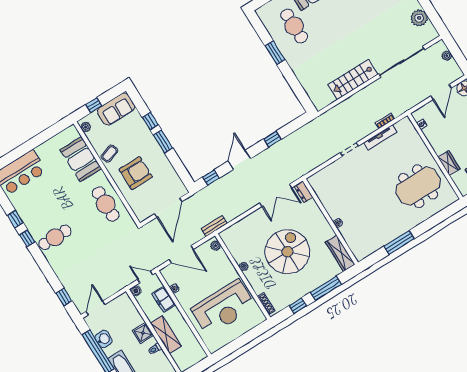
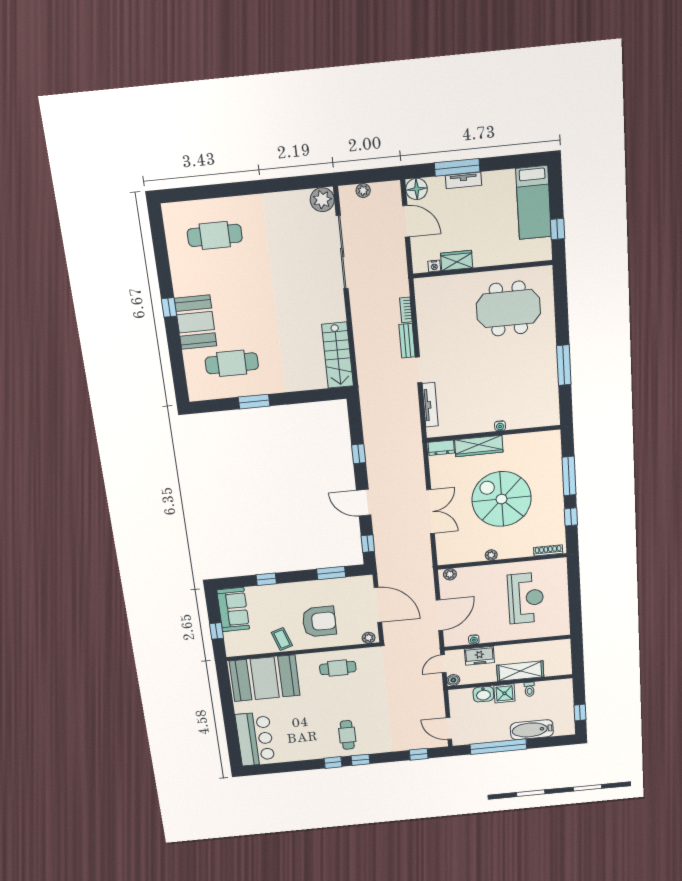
plant: (419, 18) -> (322, 200), moved
stairs: (353, 80) -> (338, 355), moved
plant: (86, 127) -> (369, 638), moved
tv unit: (380, 137) -> (430, 405), moved
window: (163, 142) -> (331, 573), moved
booth: (81, 159) -> (265, 678), width x1.36, depth x1.42
wardrobe: (449, 163) -> (457, 260), moved
armchair: (136, 173) -> (319, 622), turned 90
meeting table: (418, 186) -> (508, 309), turned 90
double door: (276, 195) -> (431, 512), moved
cafe table: (106, 204) -> (338, 668), width x0.73, depth x0.74
window: (15, 219) -> (360, 760), moved
bench: (214, 226) -> (407, 341), moved
cafe table: (55, 237) -> (347, 735), width x0.73, depth x0.74
wardrobe: (340, 253) -> (479, 446), moved
reception desk: (223, 308) -> (526, 598), width x0.74, depth x0.77
washbasin: (104, 339) -> (483, 694), moved, turned 180

